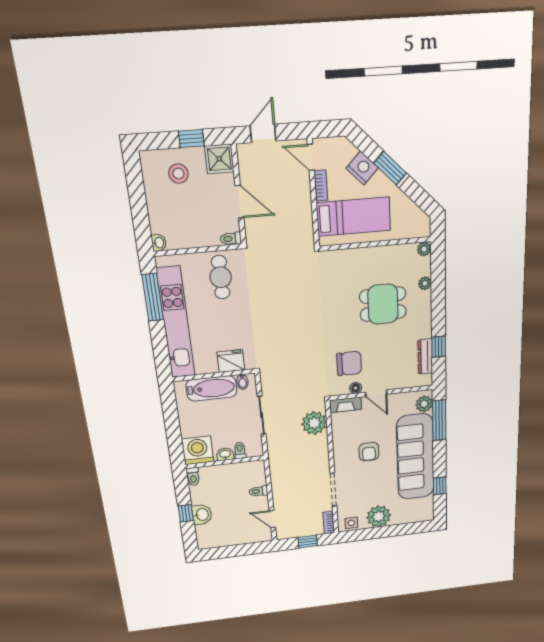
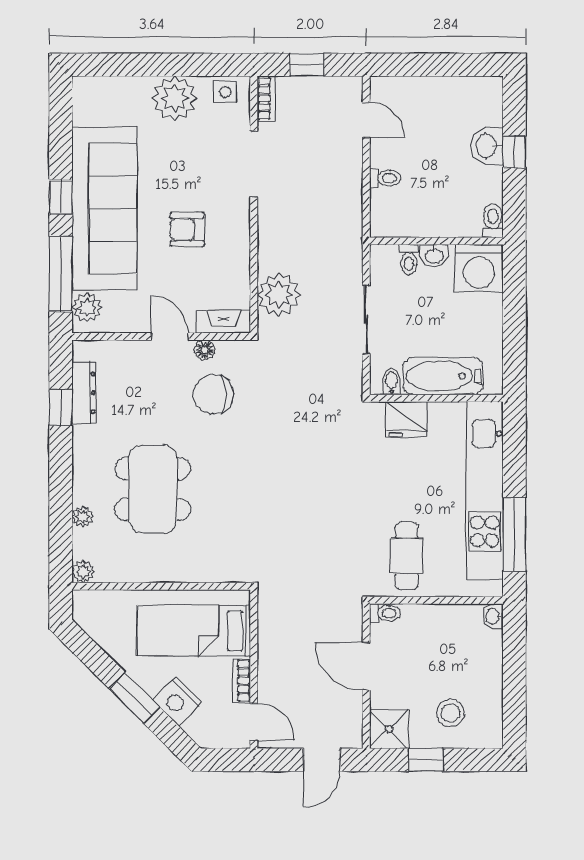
dining table: (383, 304) -> (153, 489), width x1.38
armchair: (369, 452) -> (187, 229), turned -90
window: (440, 486) -> (61, 197), moved

